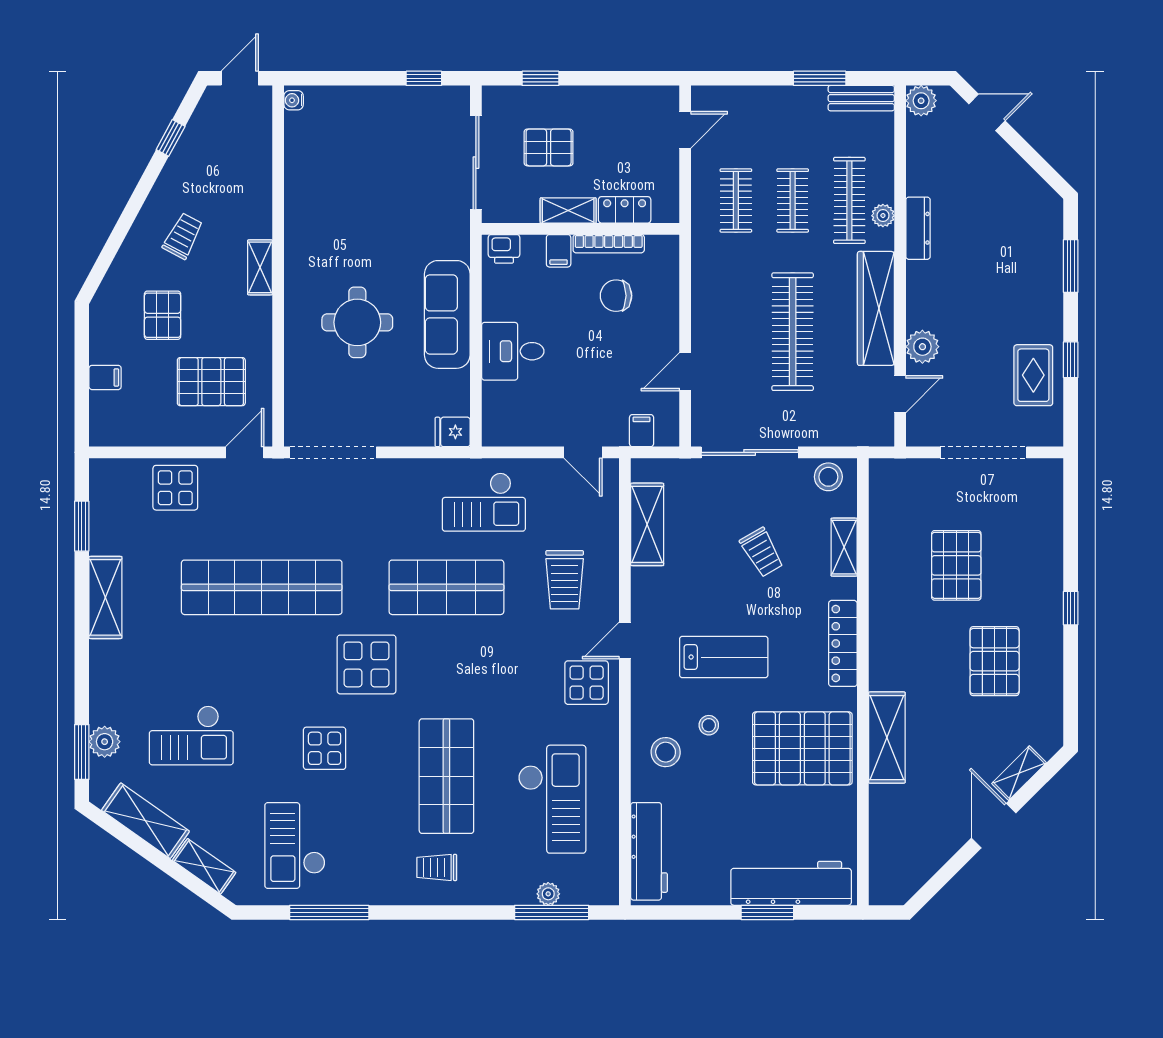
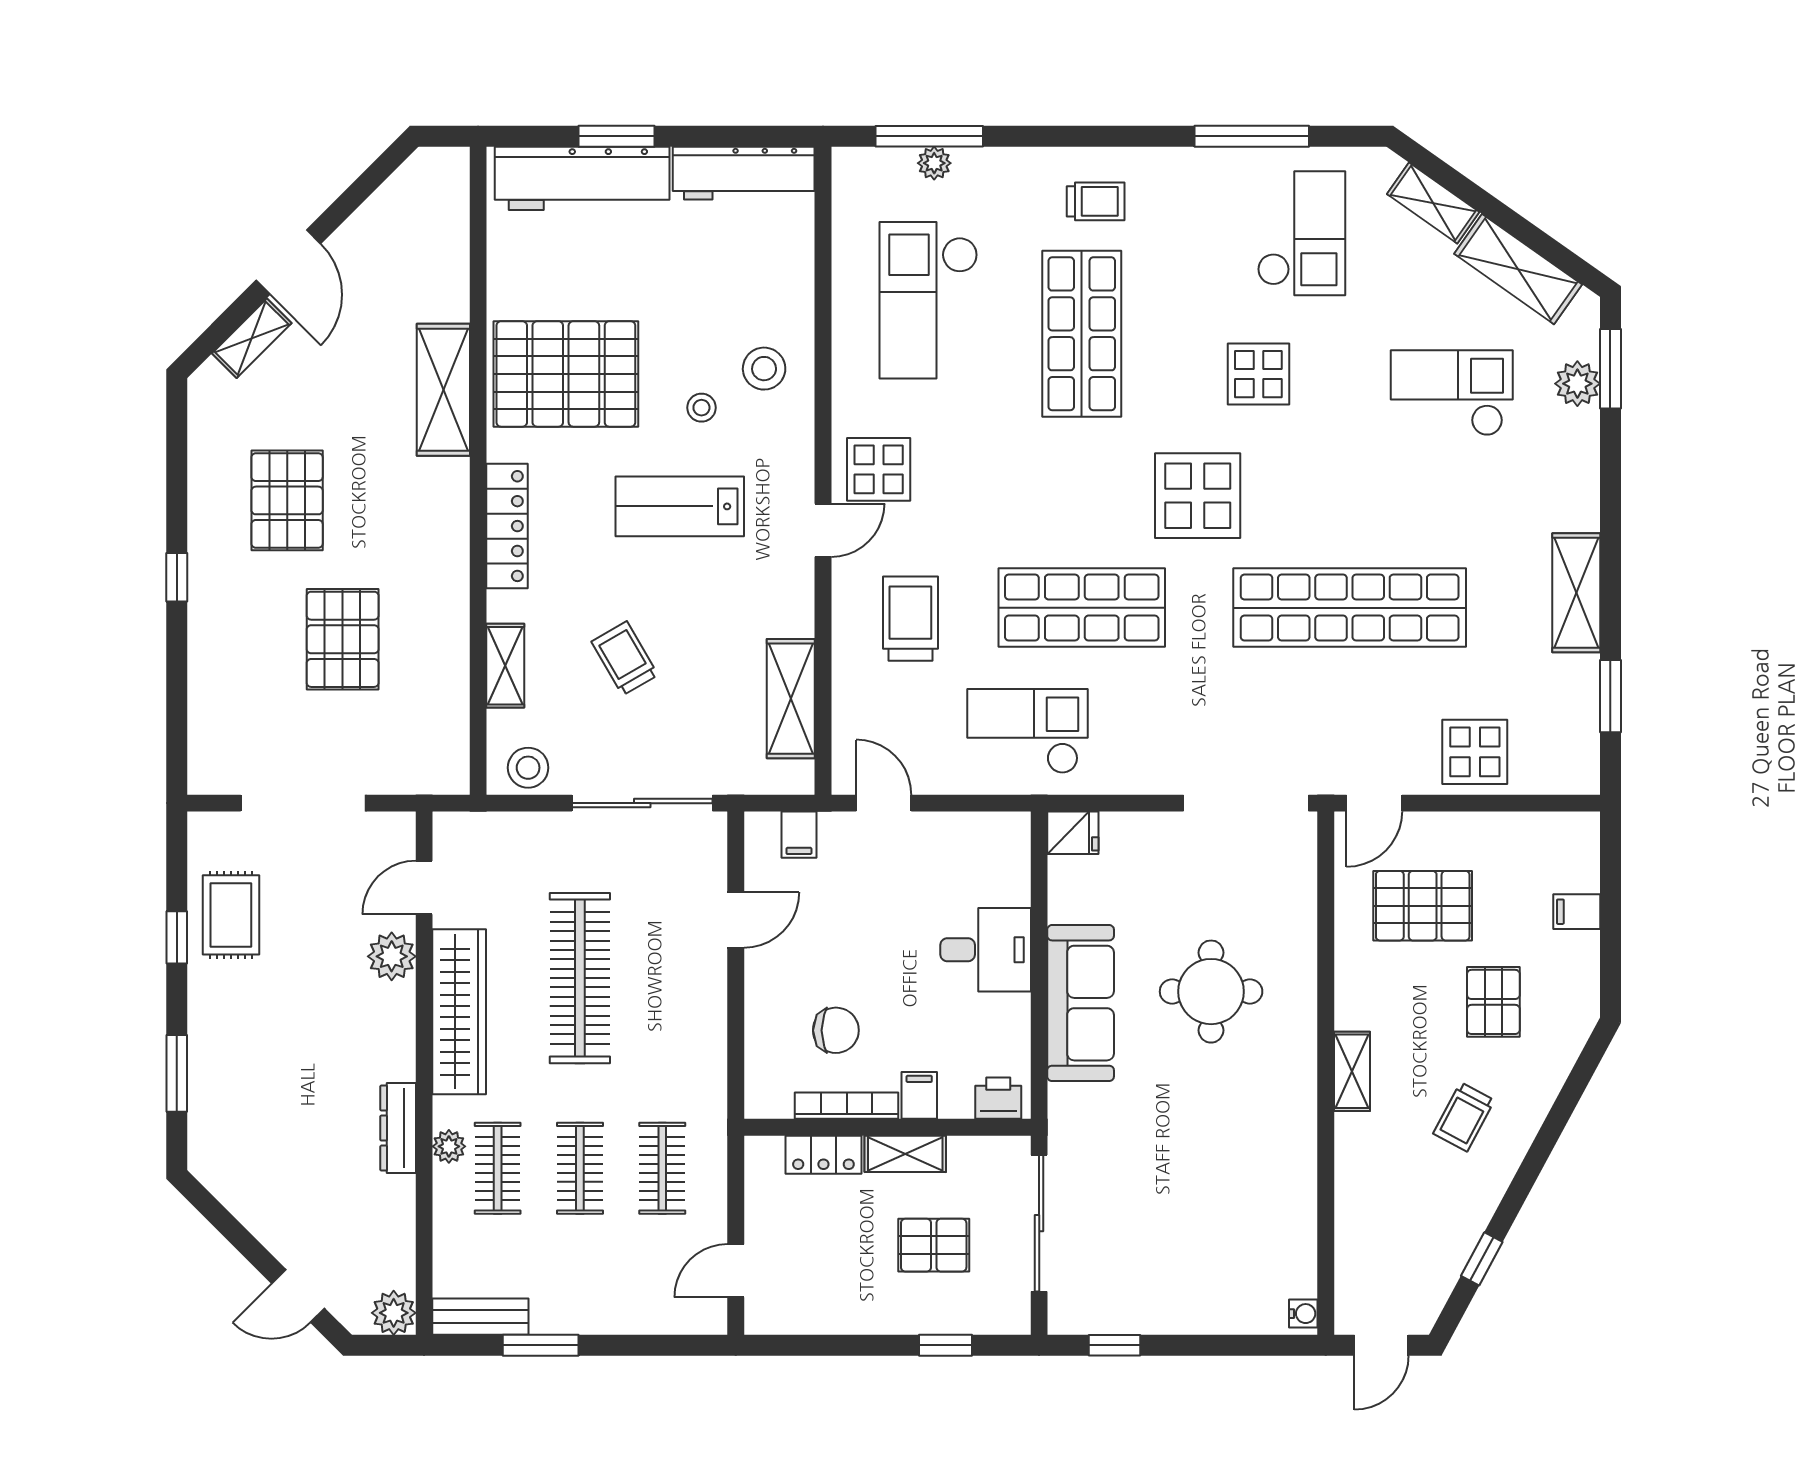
clothes rail: (849, 200) -> (498, 1168), width x0.73
workbench: (649, 851) -> (744, 173), moved, turned -90

